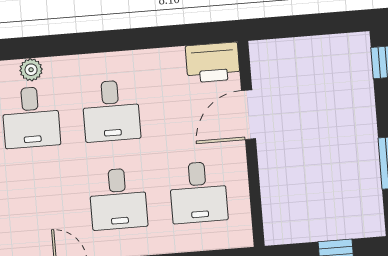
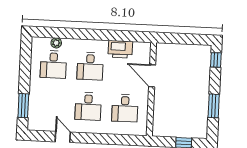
printer: (213, 62) -> (120, 49), moved
door: (249, 115) -> (152, 76), hinge flipped

